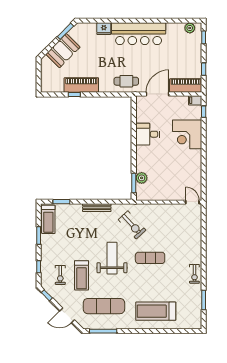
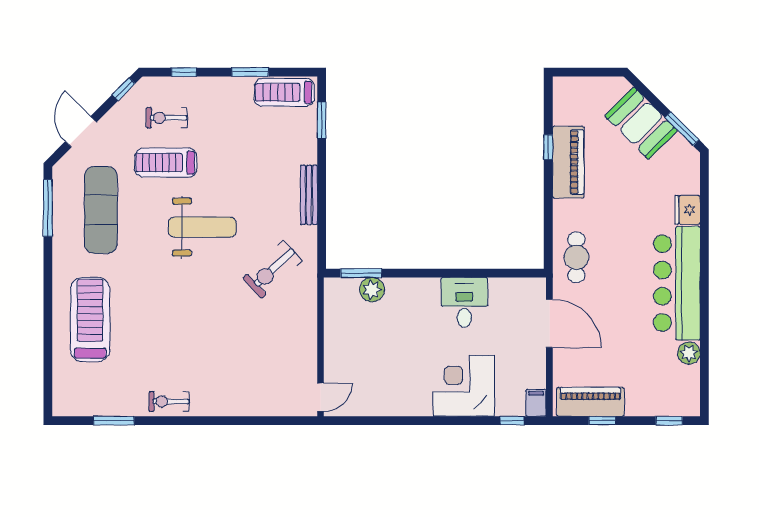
plant: (190, 28) -> (689, 353), moved
piano: (186, 86) -> (590, 402), moved, turned -90
exercise mat: (150, 258) -> (203, 308), removed

